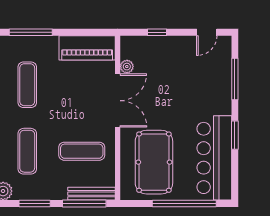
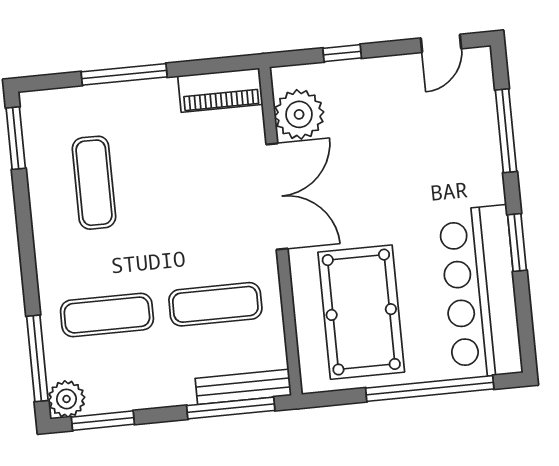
window: (31, 32) -> (124, 74), moved
piano: (87, 48) -> (220, 90), width x0.73, depth x0.75
plant: (127, 67) -> (299, 114), width x1.87, depth x1.87
exercise mat: (27, 151) -> (107, 315), turned 90
window: (35, 204) -> (103, 421), moved

